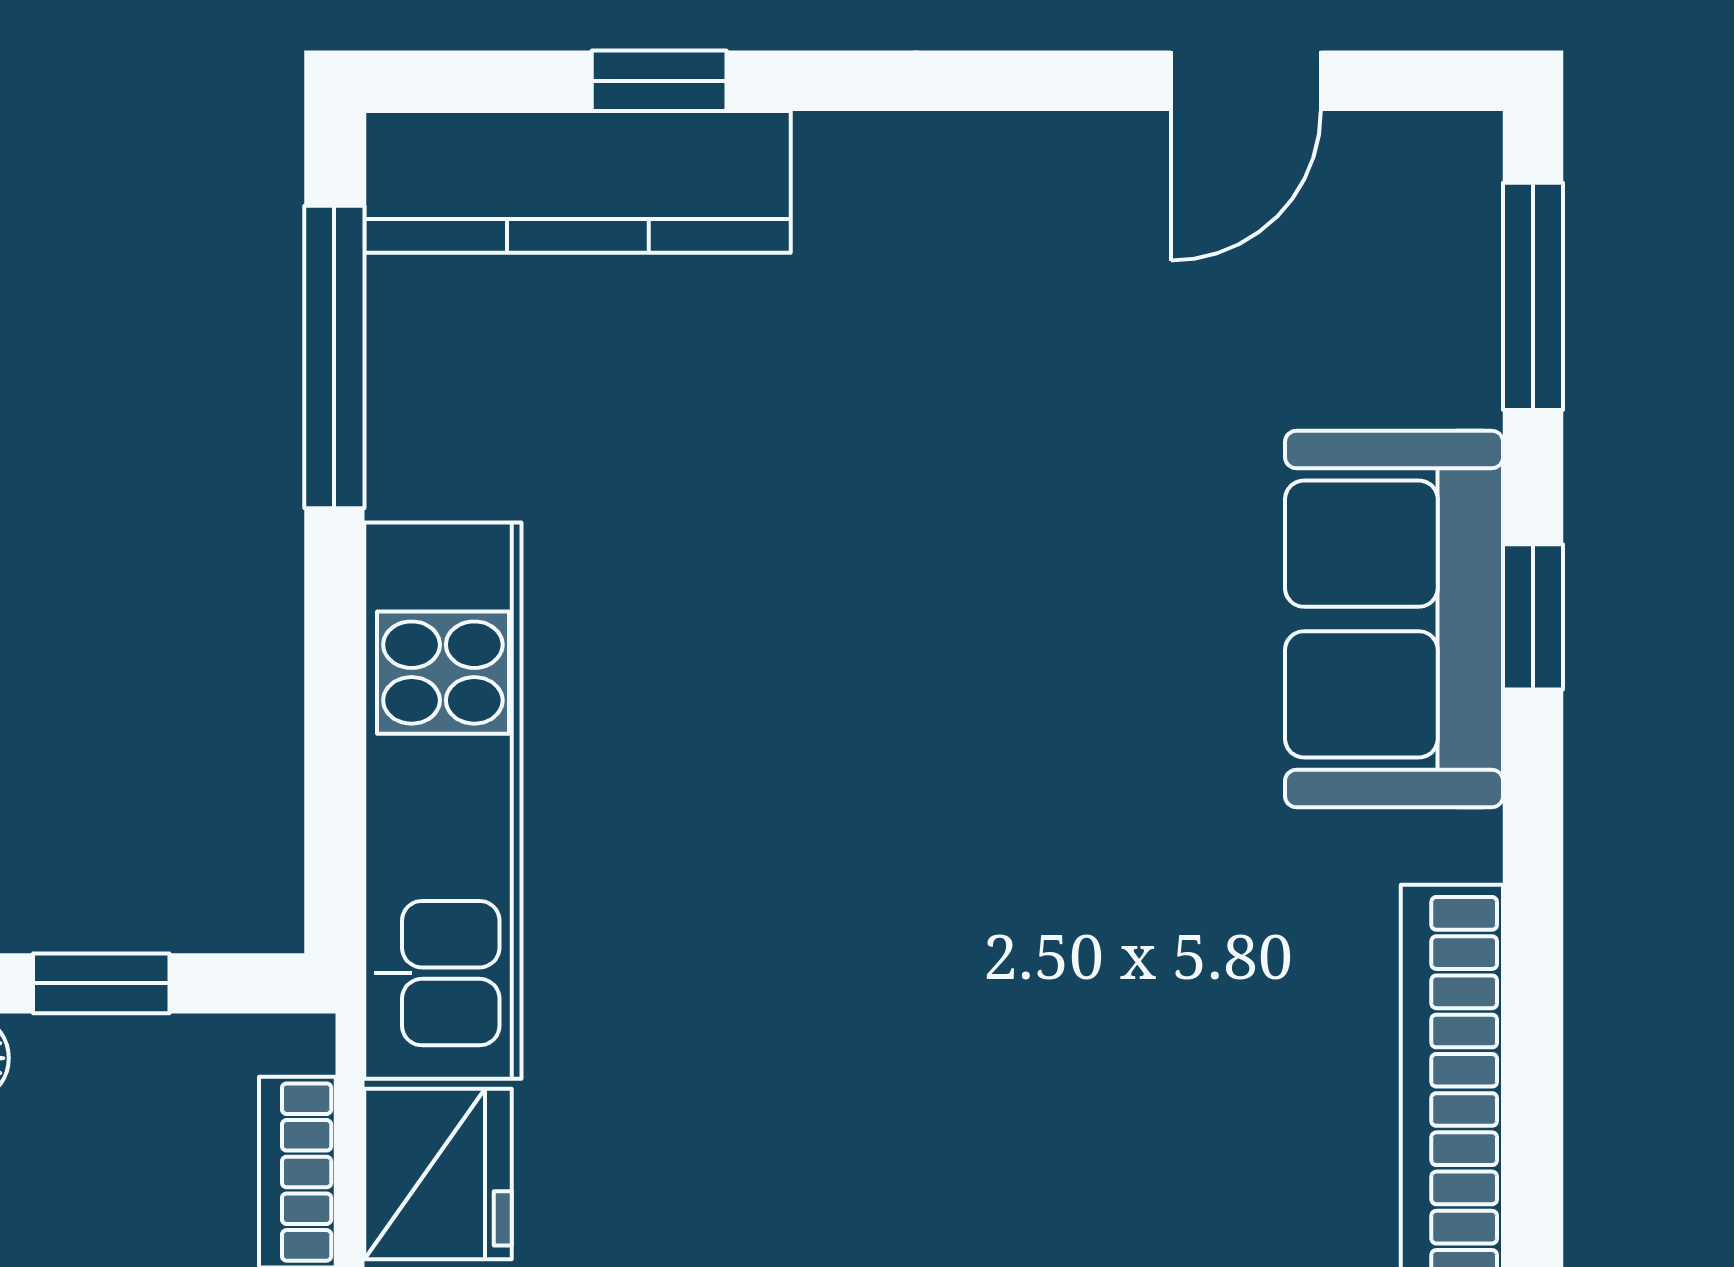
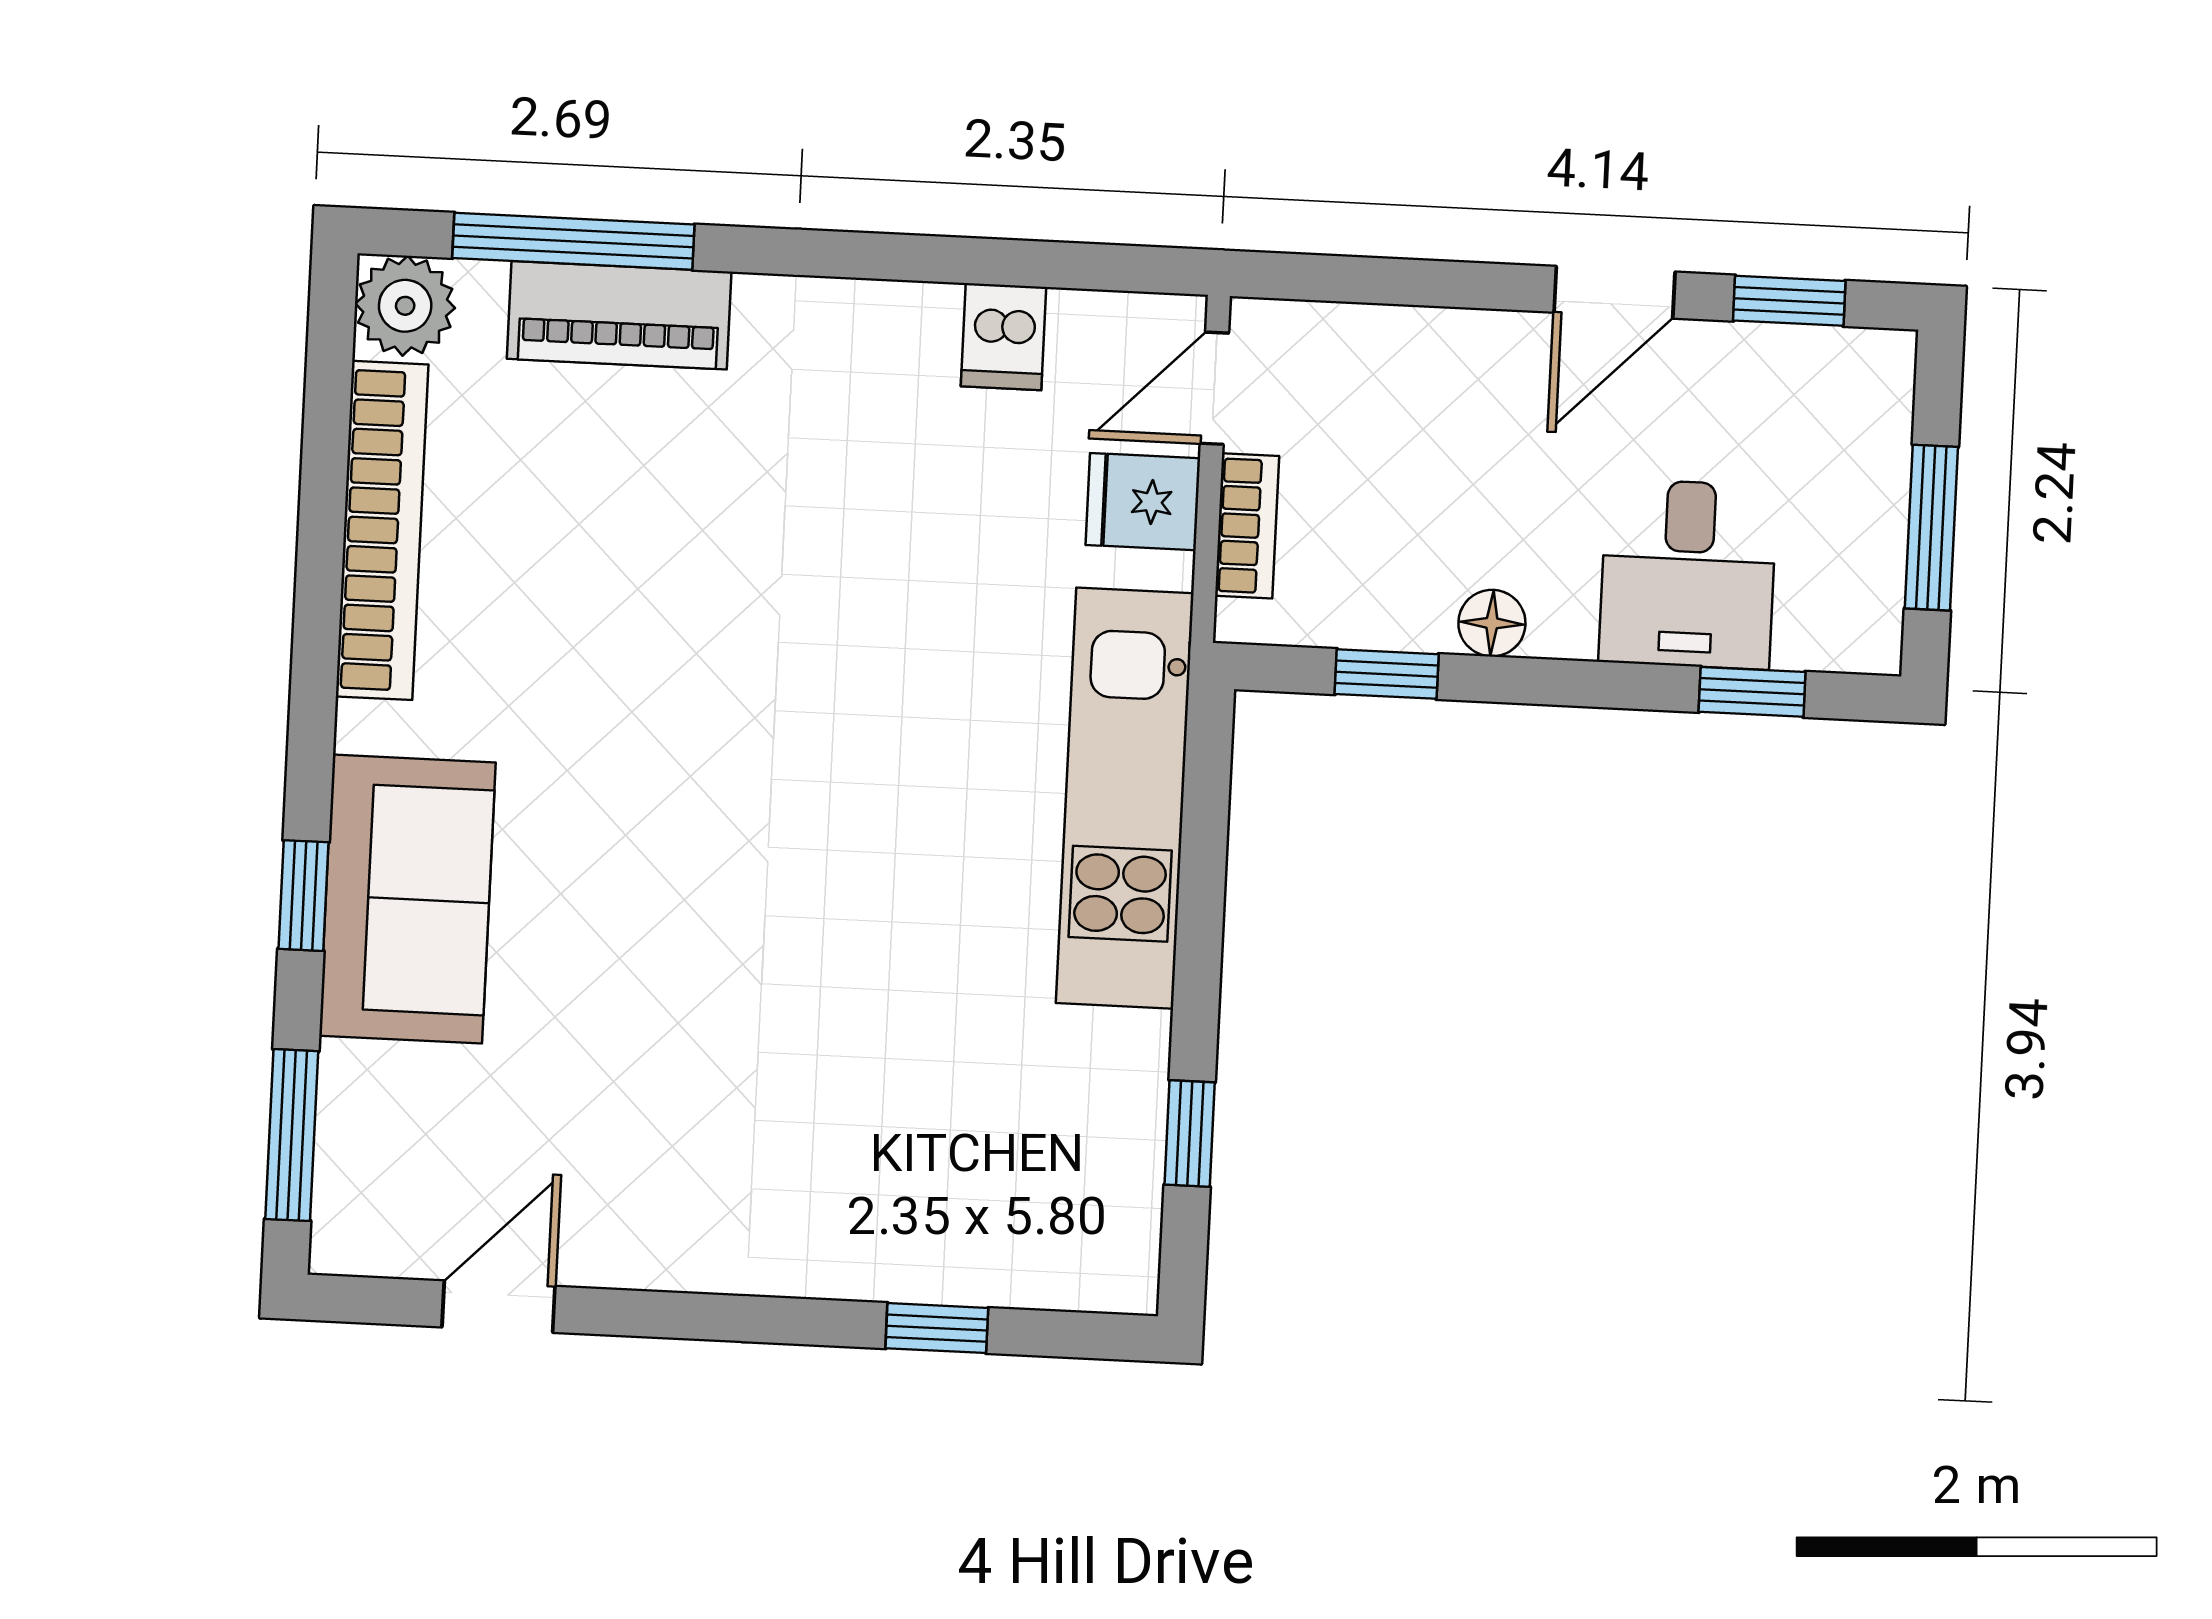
kitchen counter: (578, 182) -> (1002, 1255), removed
window: (334, 357) -> (1190, 1133), width x0.46
fridge: (438, 1174) -> (1143, 502), width x0.72

